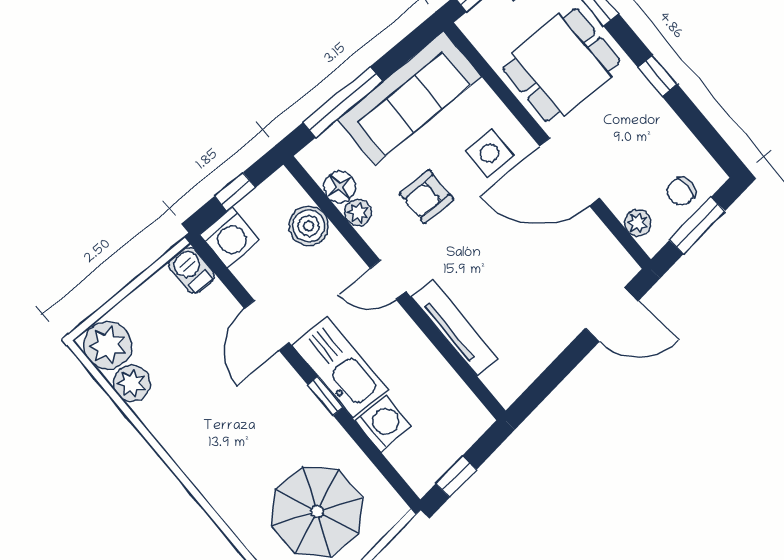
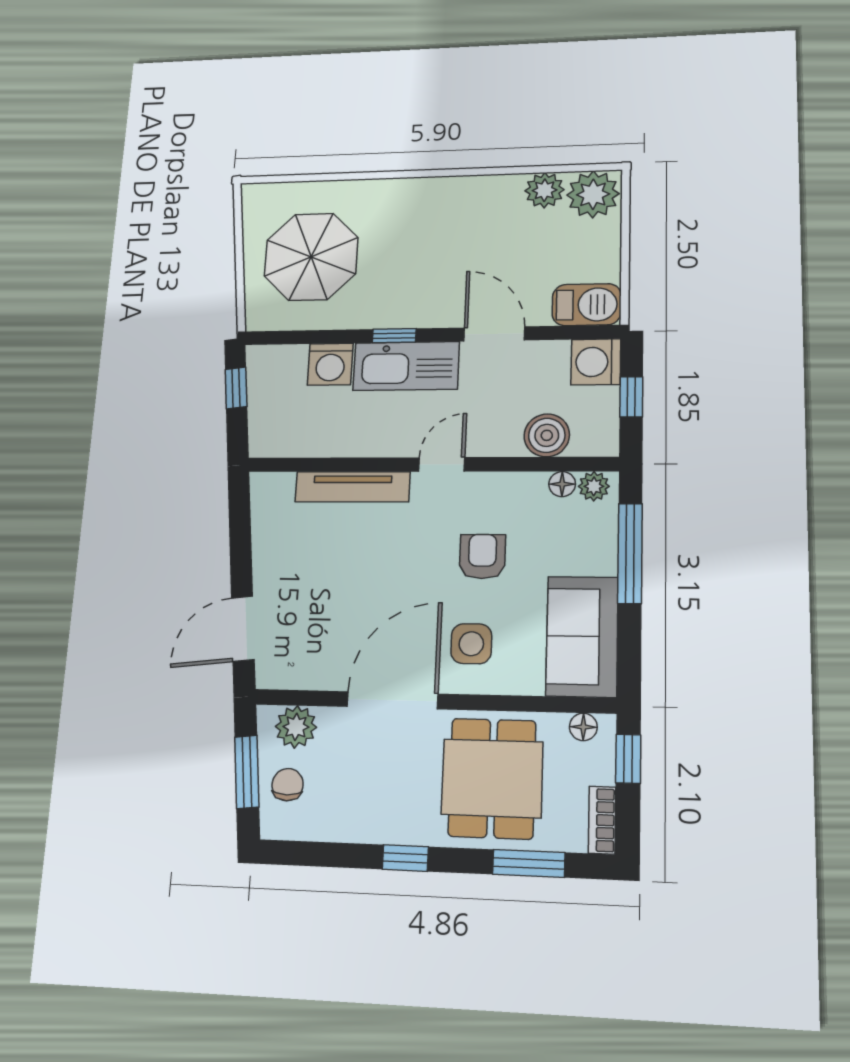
floor lamp: (480, 36) -> (583, 727), added
sofa: (409, 98) -> (582, 636), width x0.73
floor lamp: (340, 187) -> (562, 484), width x0.73, depth x0.73
plant: (358, 213) -> (594, 486), moved
plant: (638, 223) -> (296, 727), width x1.38, depth x1.38
barbecue: (191, 270) -> (587, 305), width x1.38, depth x1.27

